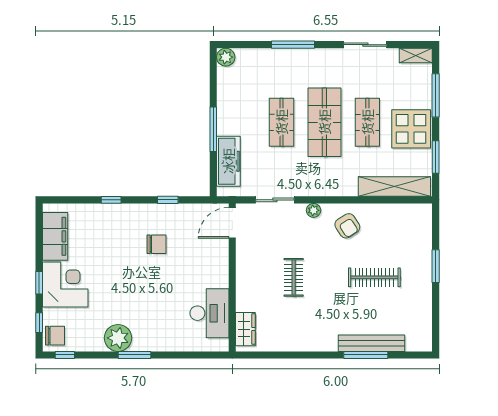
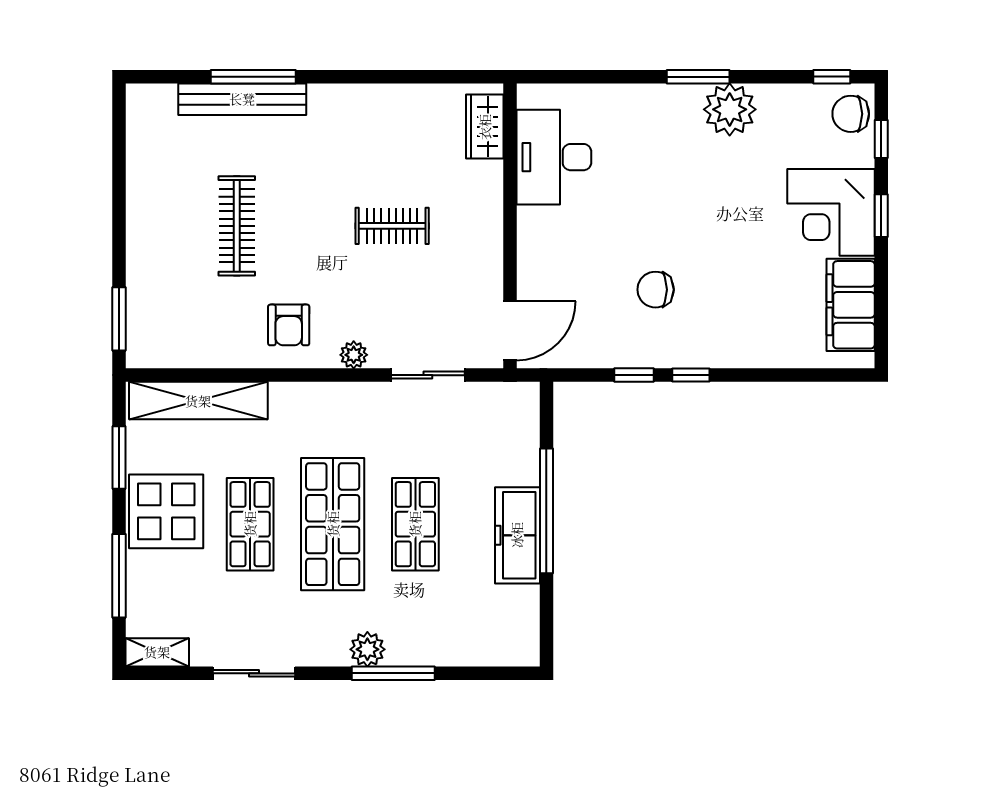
plant: (226, 57) -> (367, 649), moved
window: (213, 129) -> (546, 511), width x1.46
freezer: (228, 161) -> (517, 535), moved
window: (111, 200) -> (691, 375), moved
armchair: (347, 226) -> (289, 325), turned -147
window: (436, 266) -> (119, 319), moved
clothes rail: (294, 277) -> (392, 226), turned 90
clothes rail: (374, 277) -> (237, 226), turned 90

